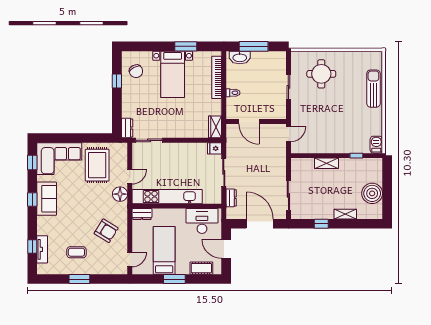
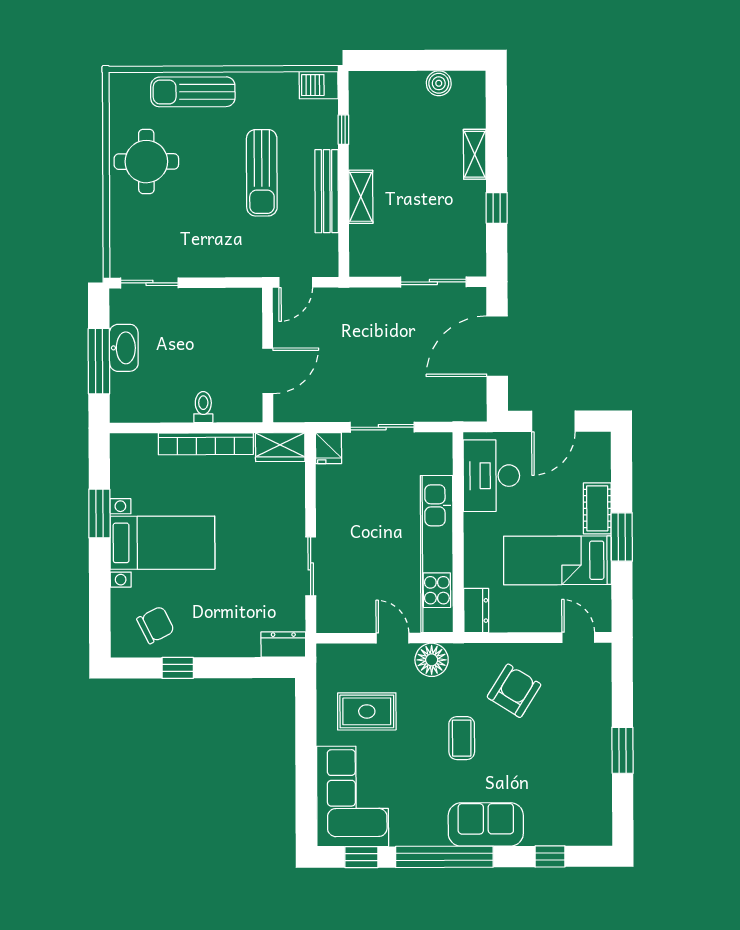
washbasin: (240, 57) -> (124, 348), moved
round table: (321, 74) -> (146, 162), moved
bookcase: (217, 77) -> (206, 444), moved
sliding door: (288, 87) -> (149, 283), moved
sun lounger: (337, 119) -> (262, 173), added
door: (288, 134) -> (296, 282), swing flipped
sliding door: (149, 140) -> (311, 566), moved
bench: (329, 148) -> (327, 191), added
rug: (97, 165) -> (367, 711), width x0.73, depth x0.70
boiler: (372, 193) -> (439, 83), width x0.54, depth x0.54
dresser: (231, 198) -> (439, 410), removed
window: (32, 199) -> (444, 857), width x3.17
sofa: (47, 199) -> (486, 824), moved
tv unit: (42, 249) -> (556, 834), removed
coffee table: (76, 252) -> (462, 738), moved
cot: (201, 268) -> (597, 508), moved

